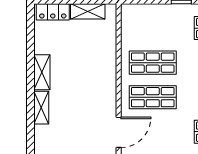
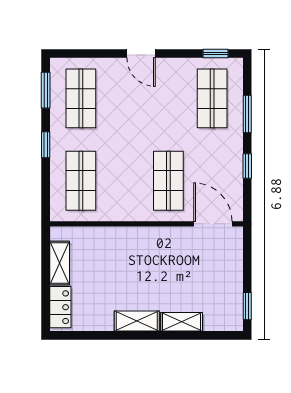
shop shelf: (153, 63) -> (81, 181), moved

